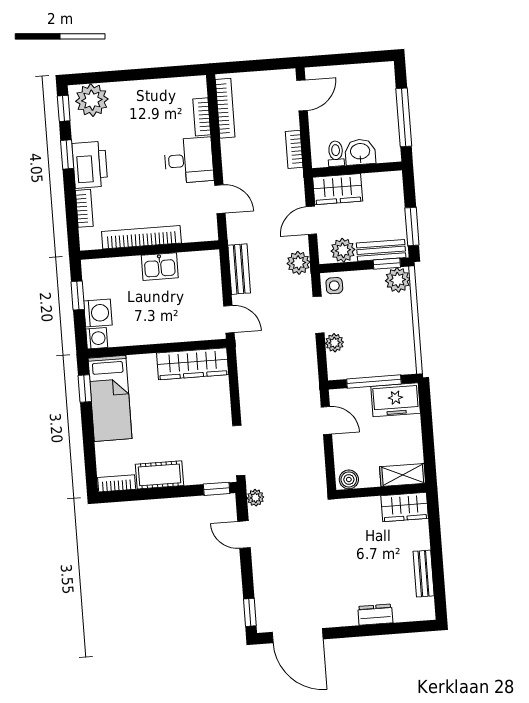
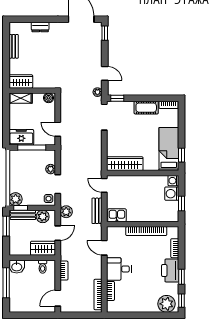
washbasin: (360, 152) -> (17, 267), moved
kitchen sink: (160, 267) -> (117, 215), moved

